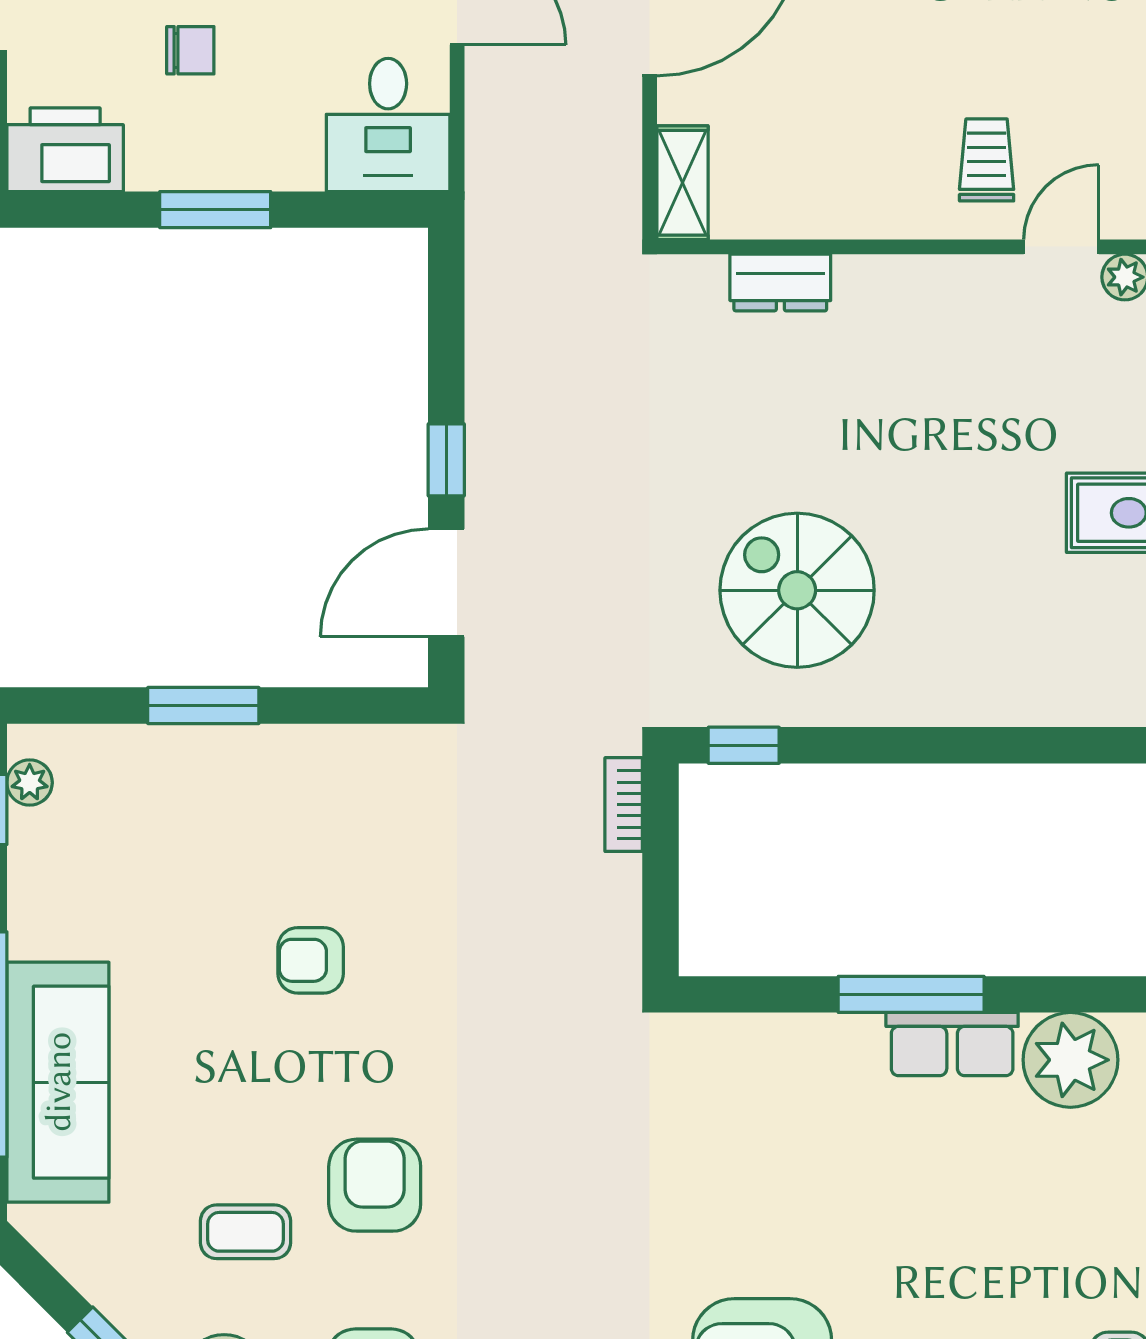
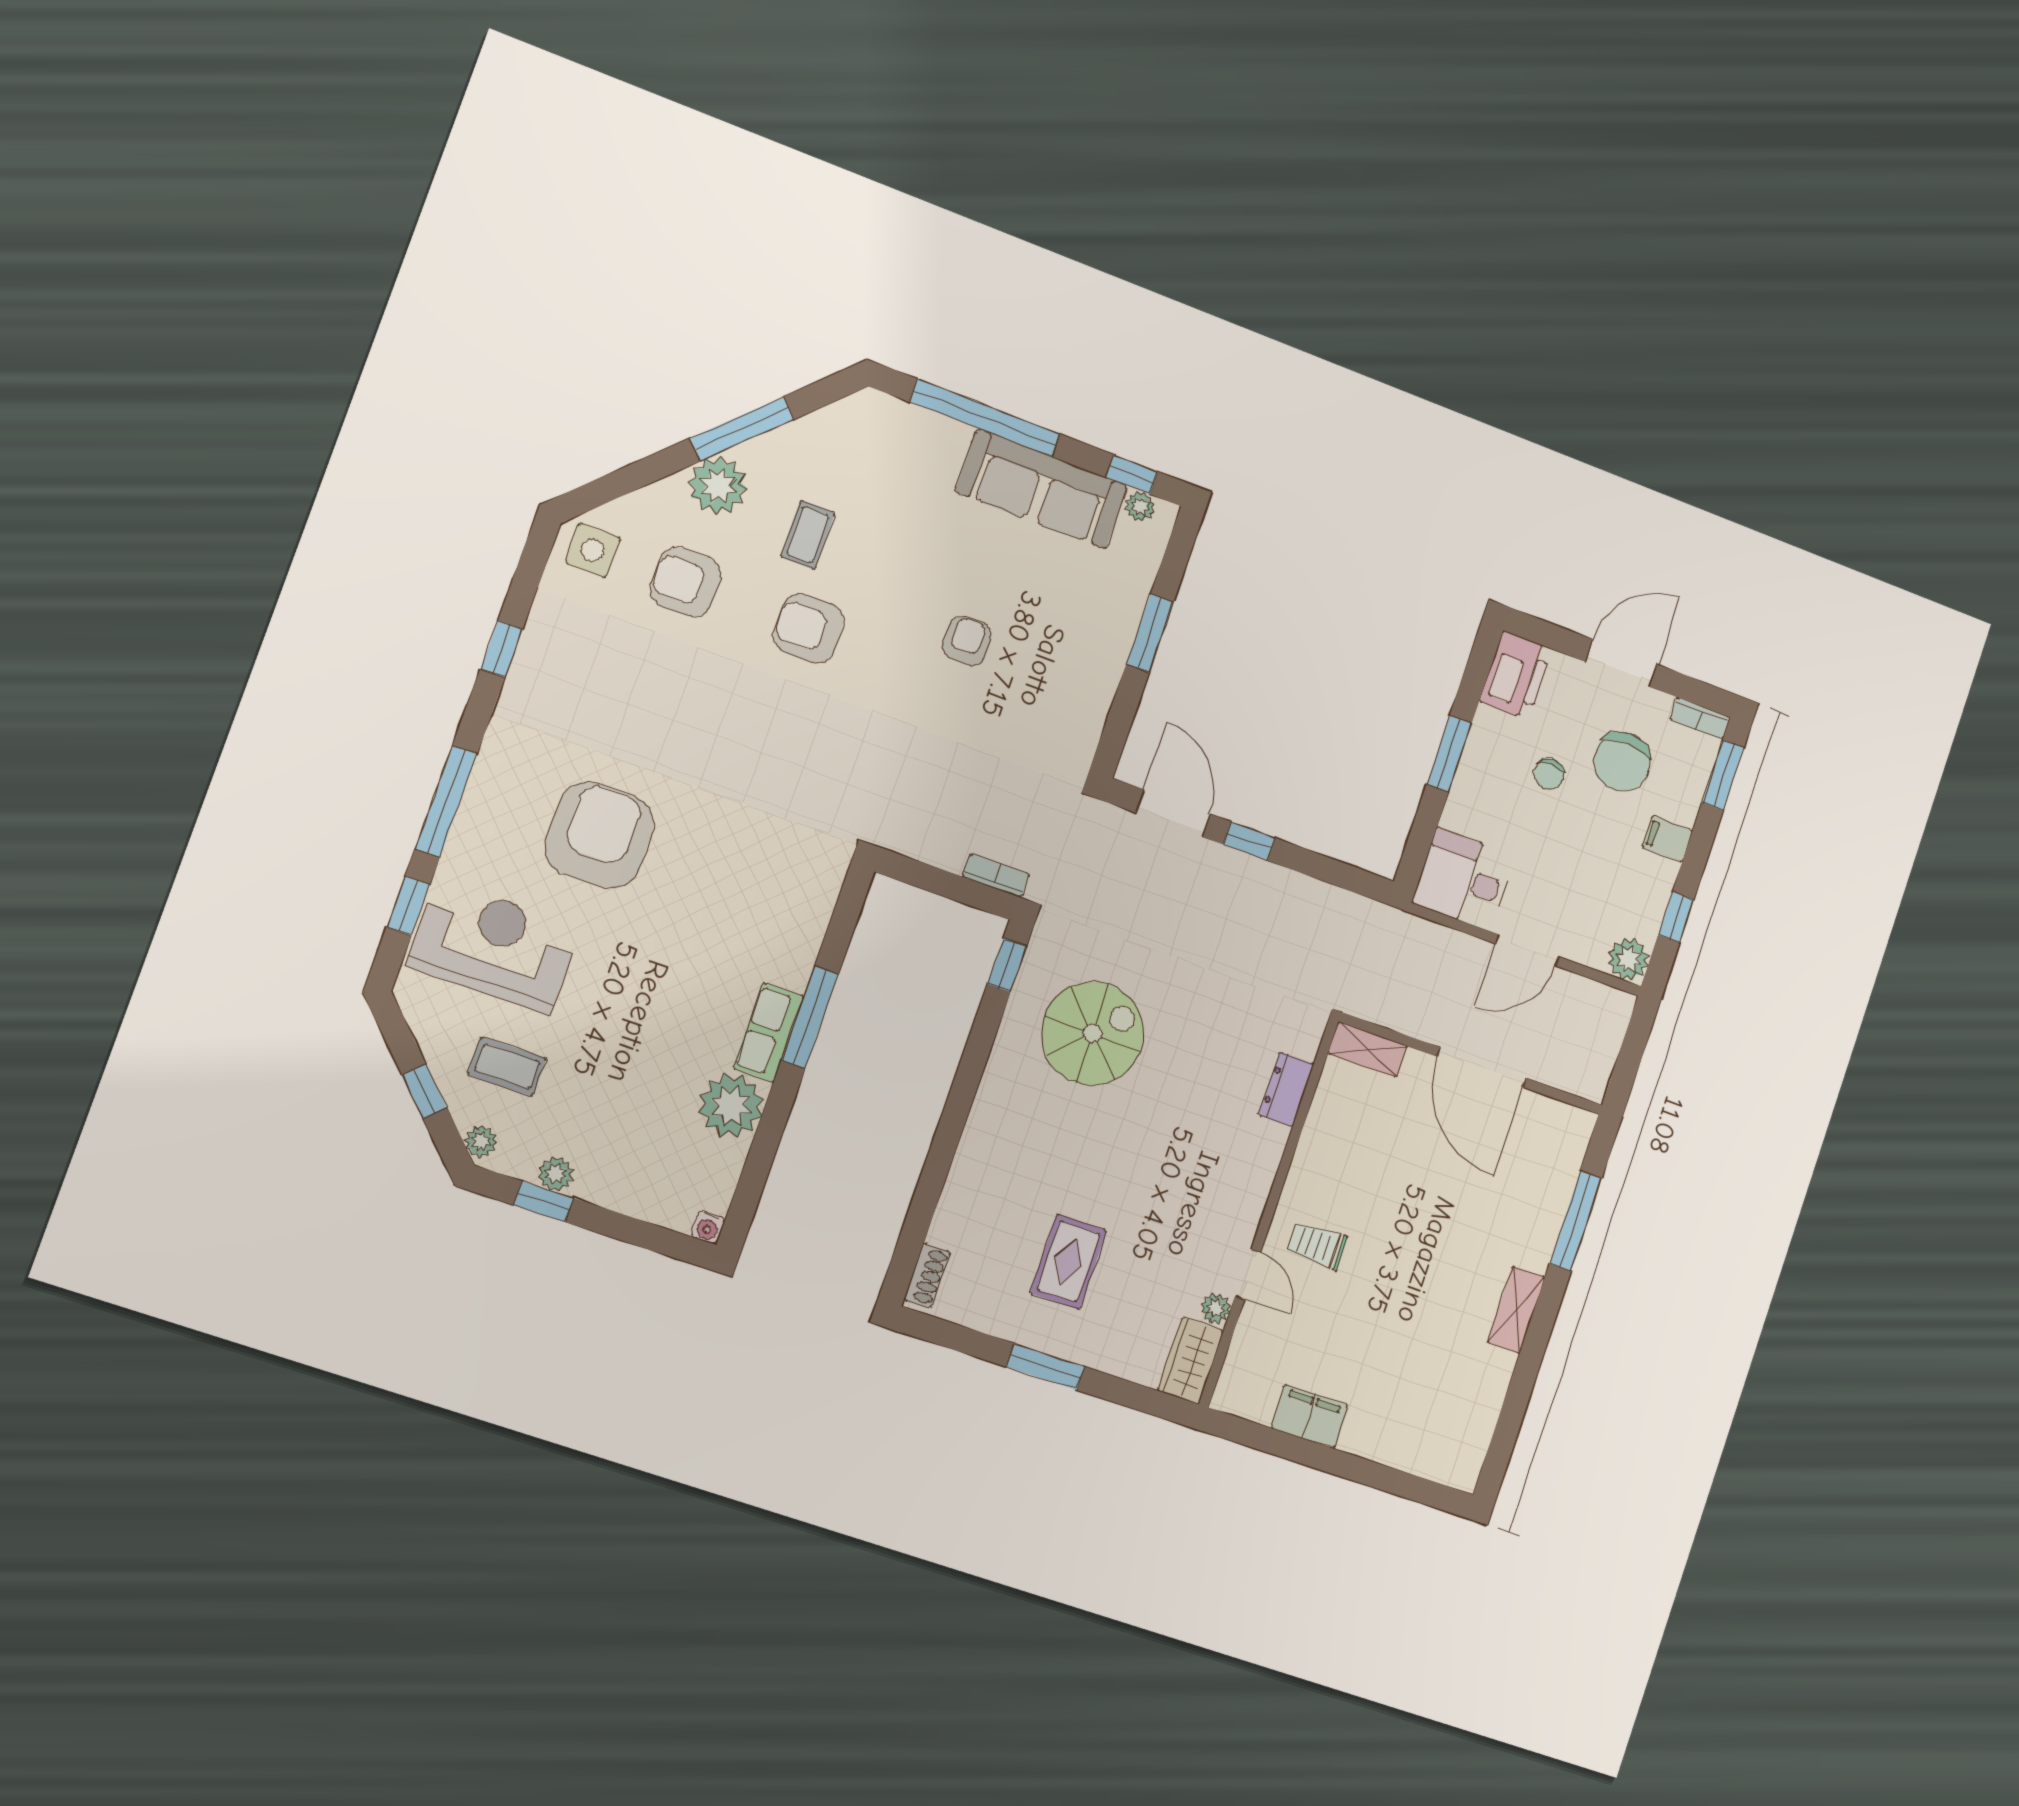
trolley: (987, 160) -> (1317, 1245), turned 180
sofa: (58, 1082) -> (1042, 489), moved
armchair: (375, 1185) -> (808, 628), turned 180

